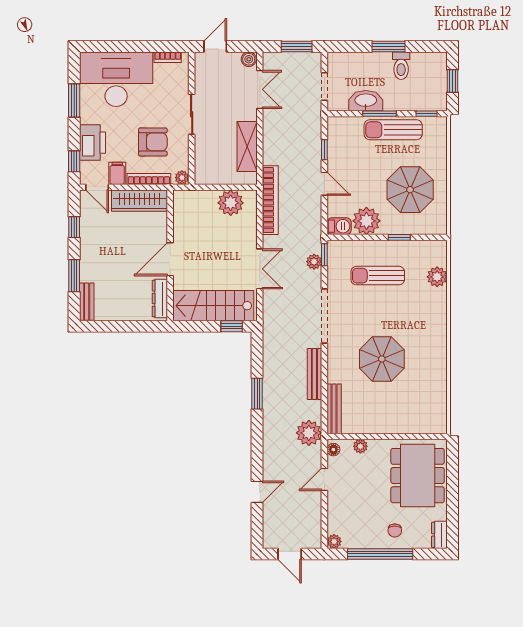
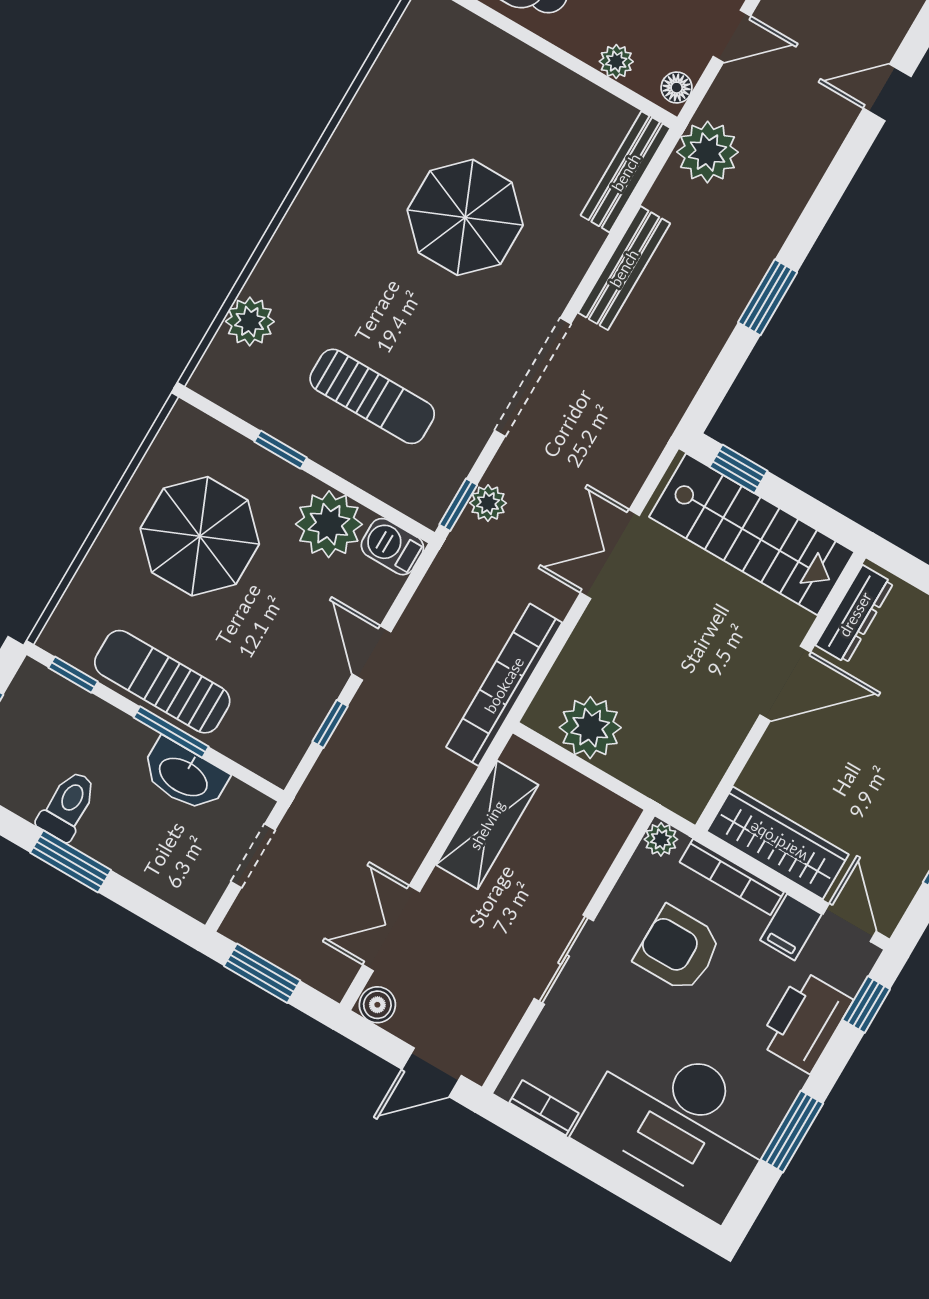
sun lounger: (393, 130) -> (162, 682), turned 180

